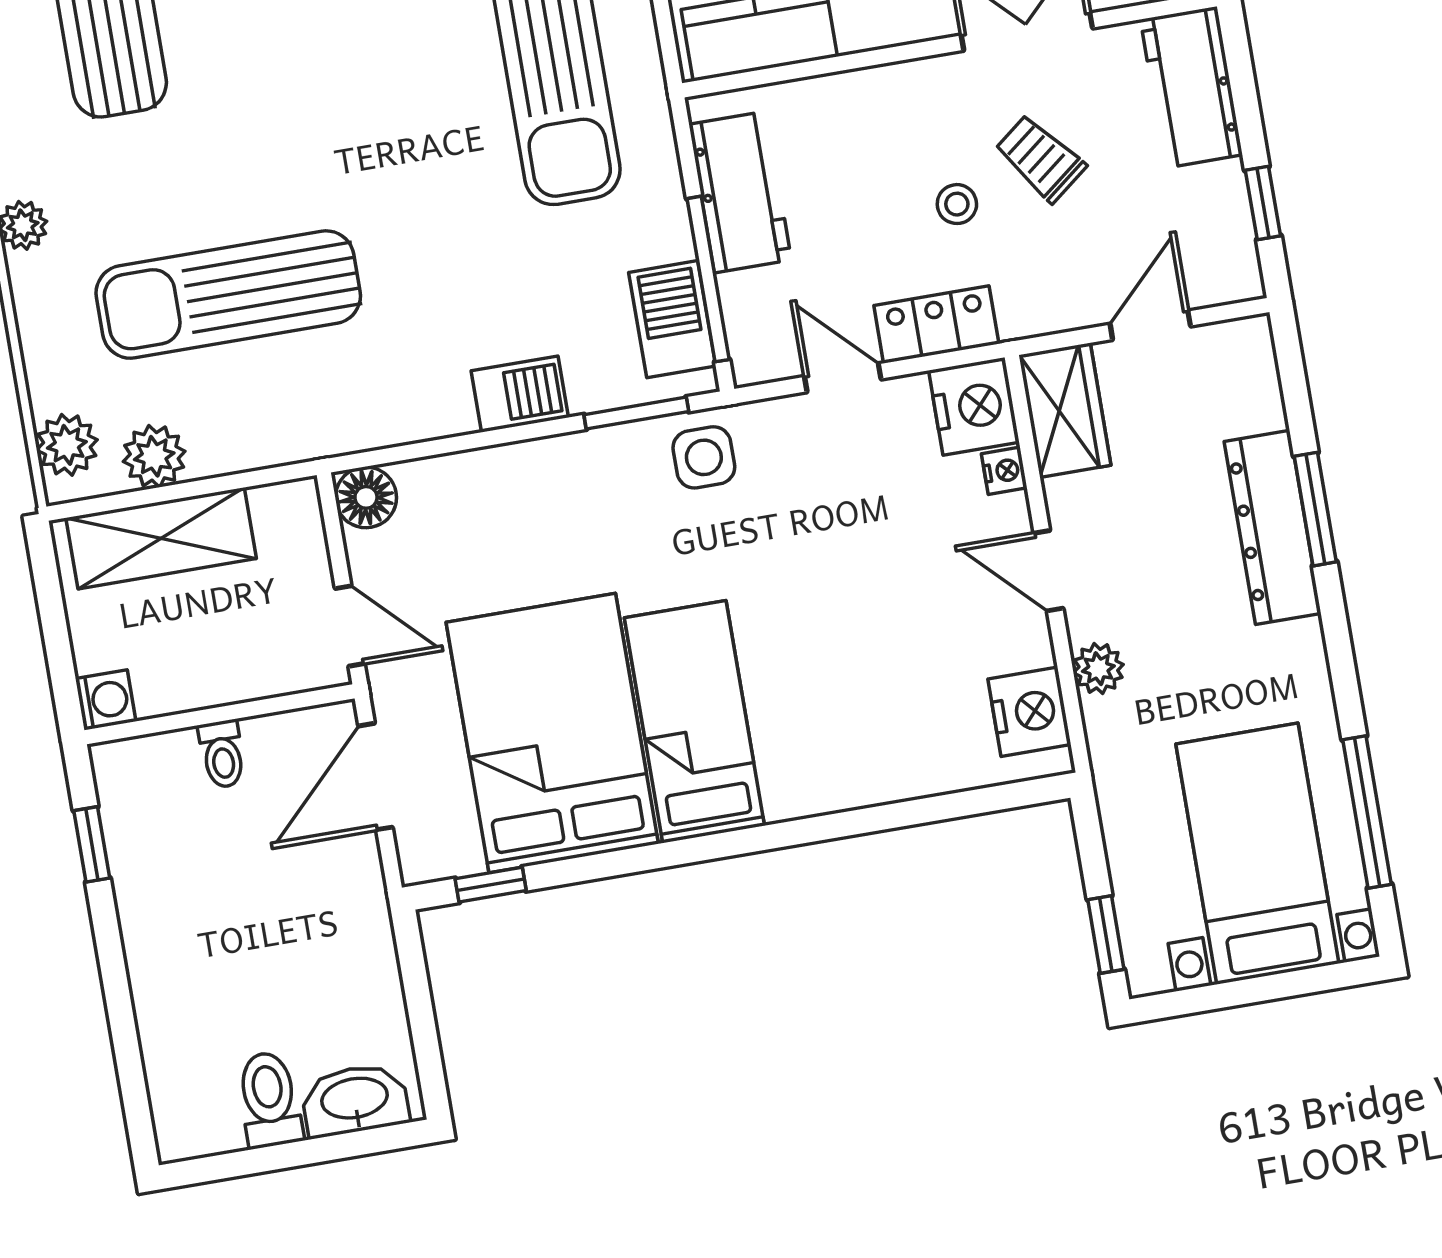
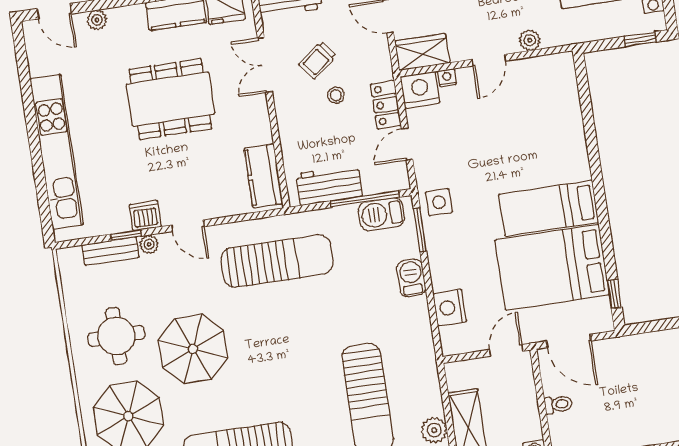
floor lamp: (366, 497) -> (453, 343), removed
nightstand: (1029, 712) -> (450, 308), moved, turned -90

